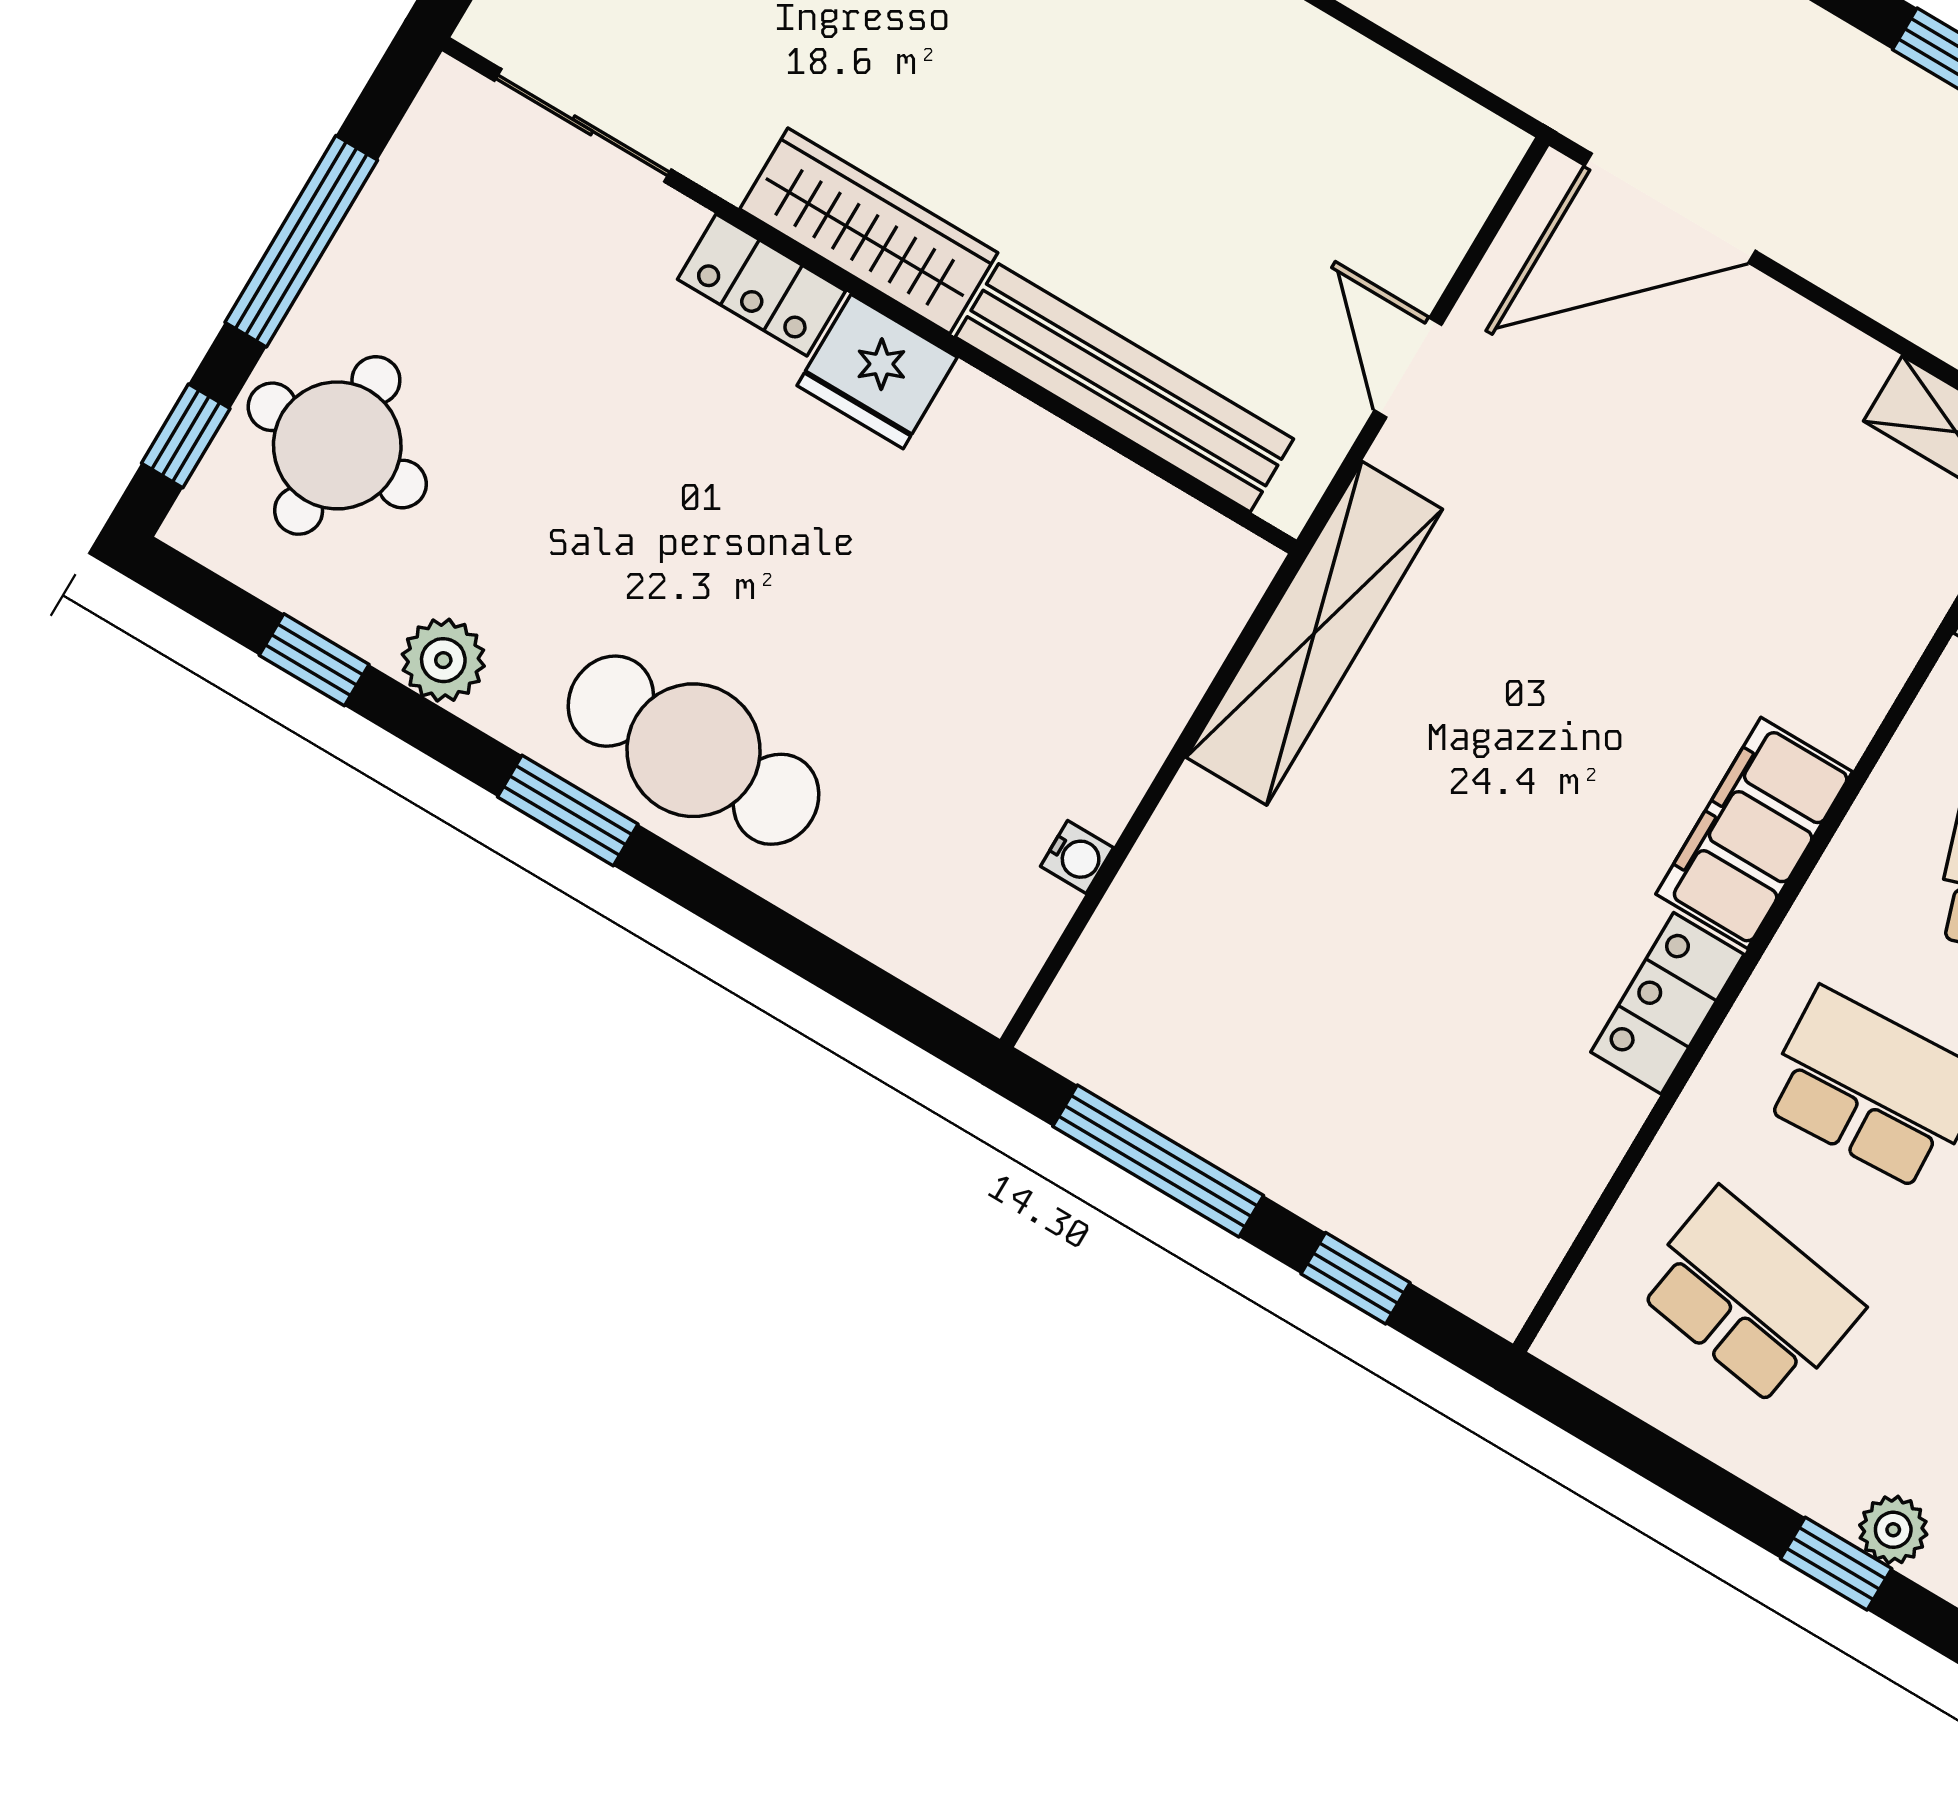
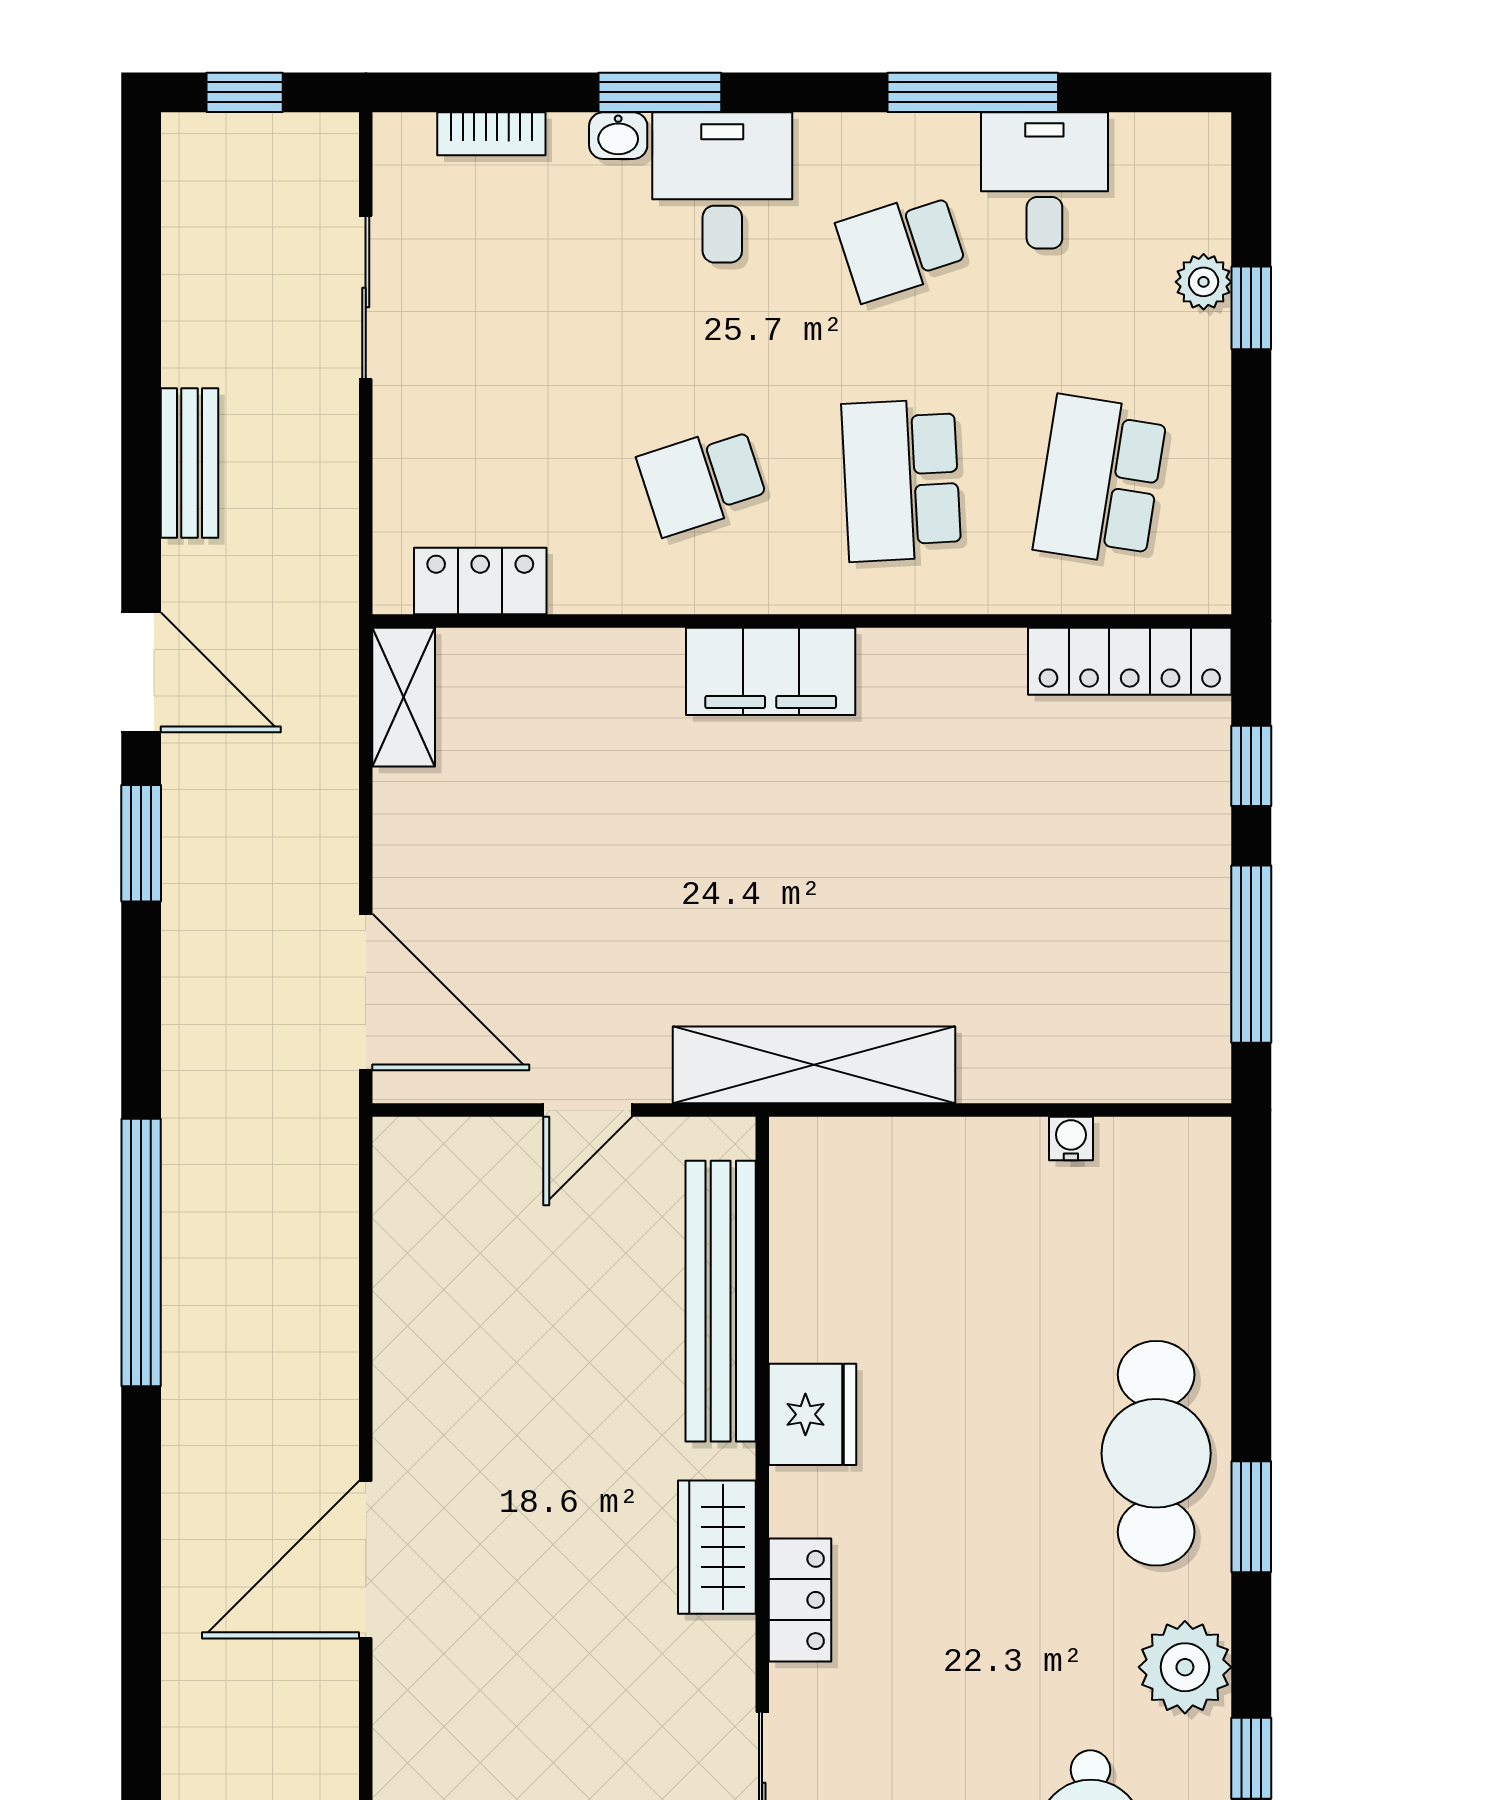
wardrobe: (869, 231) -> (717, 1547), width x0.67
fridge: (877, 371) -> (812, 1414), moved
plant: (443, 660) -> (1185, 1667), width x1.36, depth x1.36
locker: (1667, 1003) -> (1130, 661), moved, width x1.53

